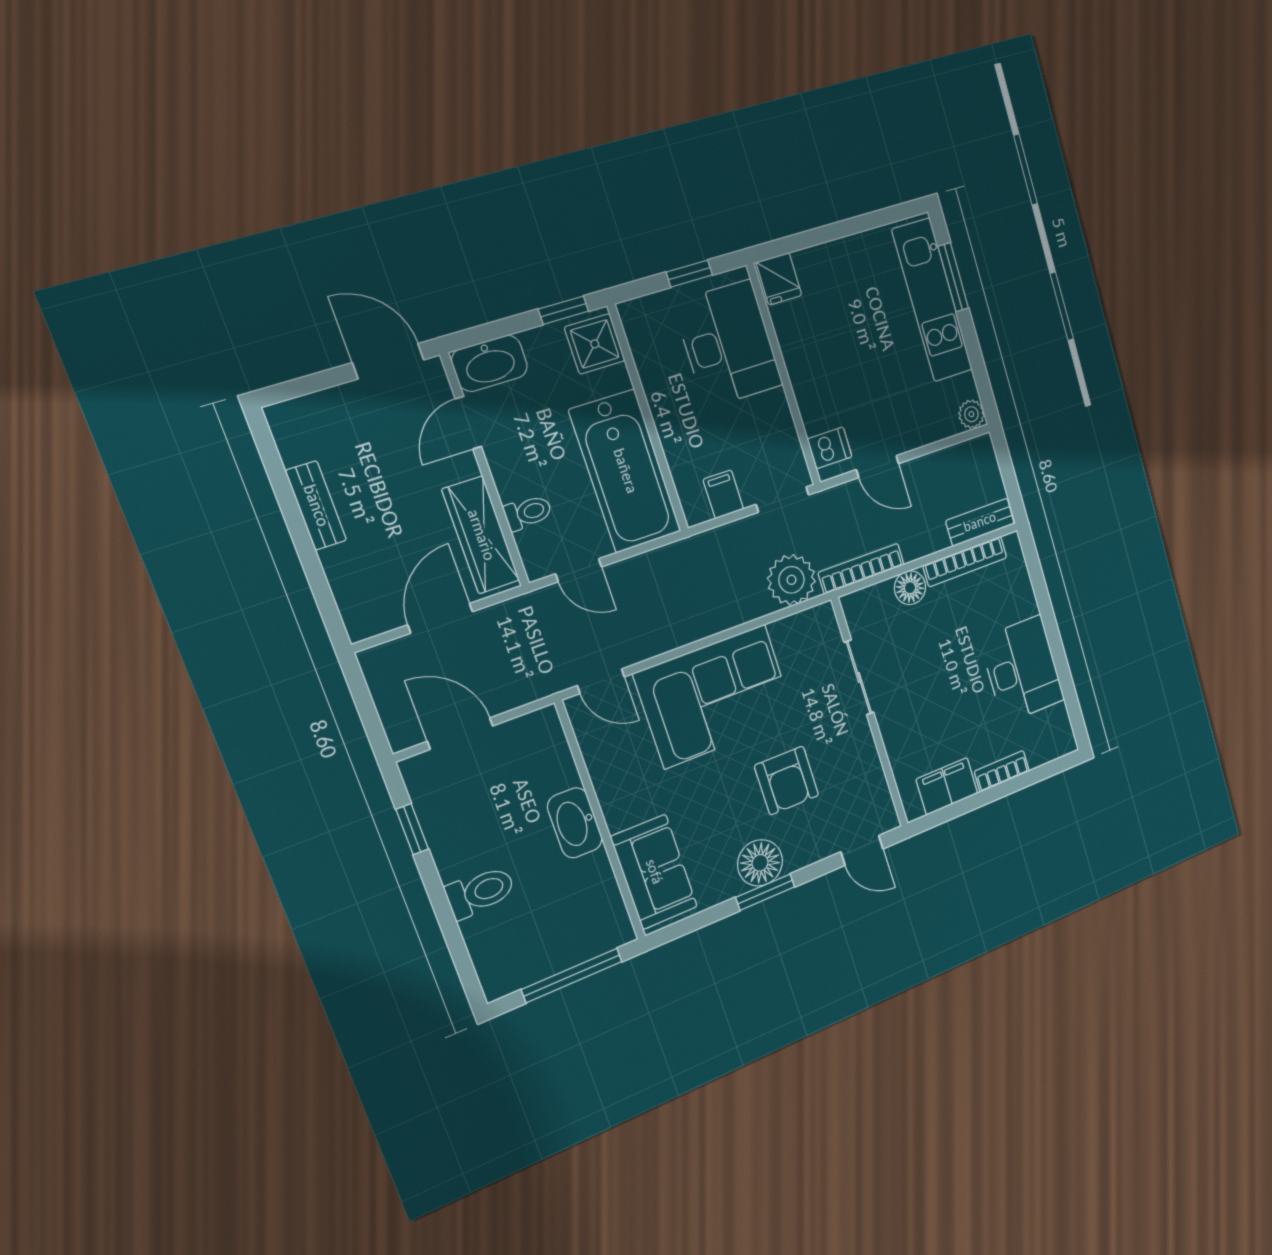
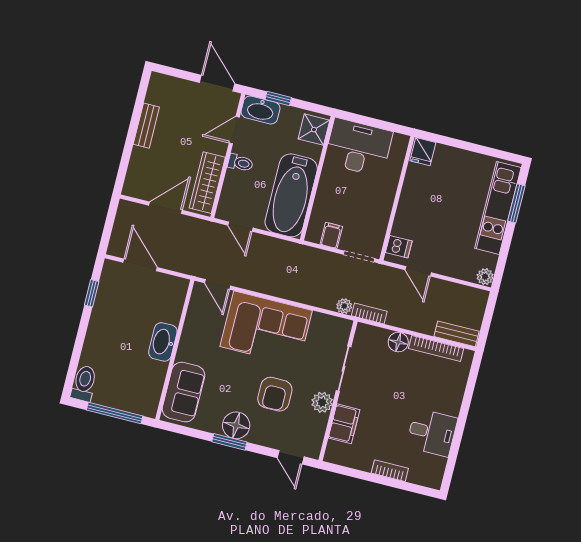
window: (689, 274) -> (380, 124), removed
window: (563, 310) -> (278, 99), moved
desk: (728, 344) -> (358, 147), moved, turned -90
toilet: (528, 513) -> (240, 163), moved
bookcase: (861, 569) -> (369, 313), width x0.64
plant: (791, 580) -> (344, 306), width x0.53, depth x0.53
desk: (1022, 669) -> (432, 432), width x0.73
plant: (858, 745) -> (322, 402), added
filing cabinet: (947, 786) -> (344, 424), moved, turned 90
toilet: (480, 892) -> (84, 383), moved, turned -90

